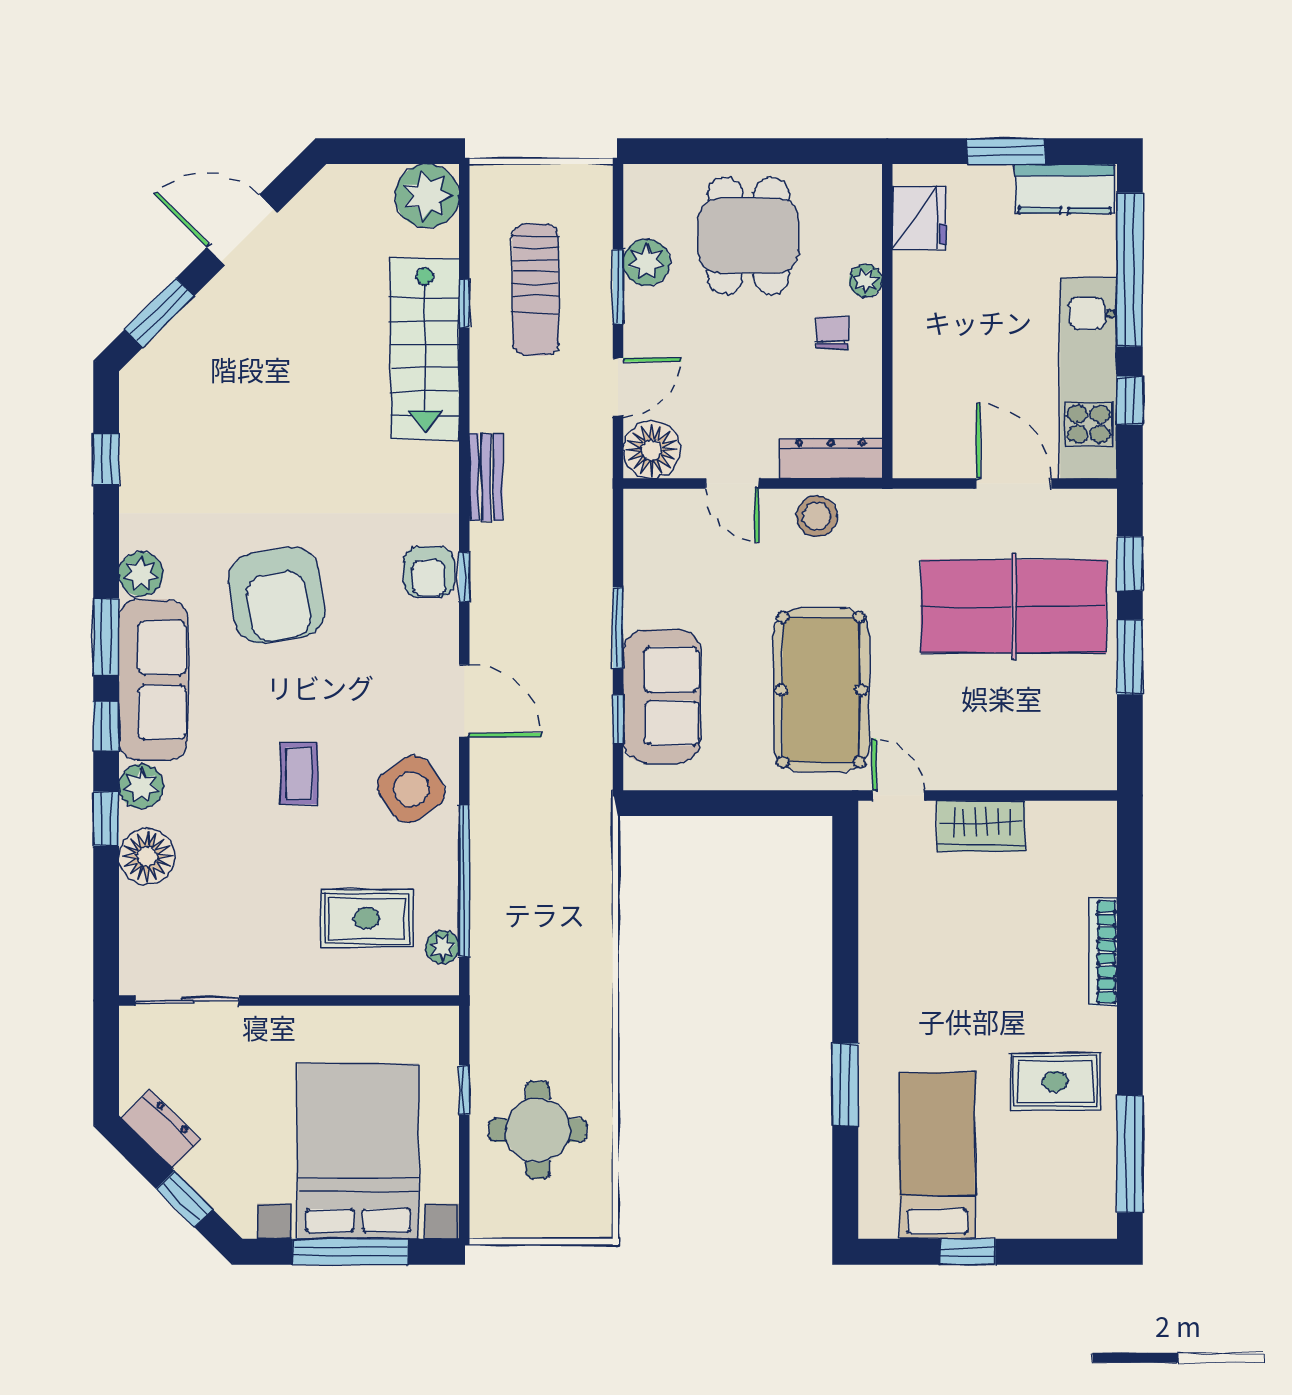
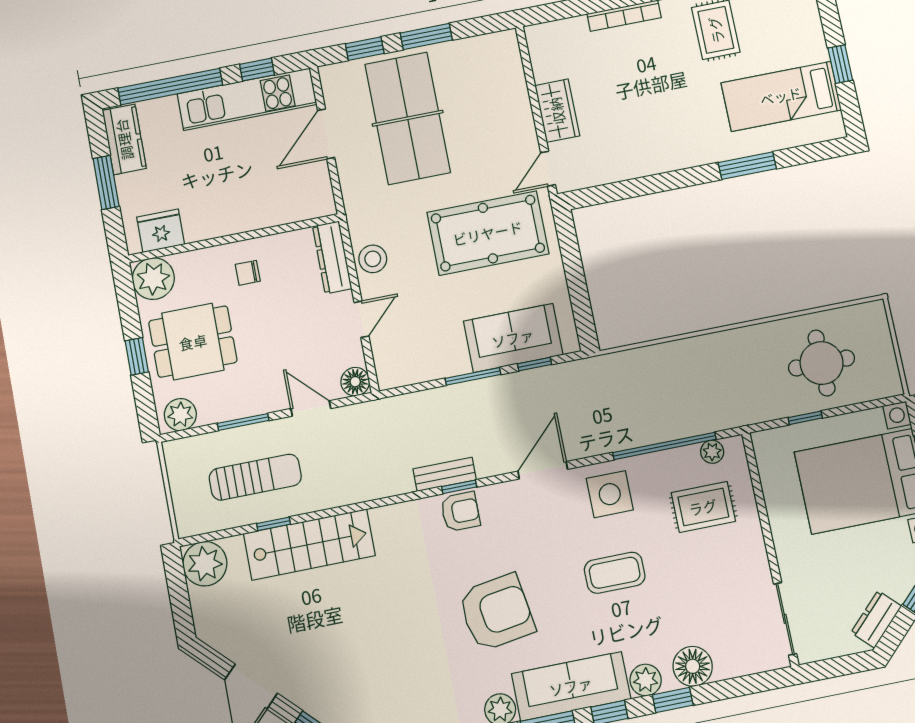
window: (743, 151) -> (137, 356), added
plant: (646, 262) -> (180, 415), moved
plant: (866, 281) -> (153, 279), moved, width x1.88, depth x1.88
floor lamp: (652, 450) -> (355, 382), width x0.73, depth x0.73
bench: (486, 477) -> (445, 474), moved
coffee table: (299, 773) -> (615, 573), width x1.36, depth x1.30
side table: (411, 789) -> (610, 494), turned 35
rug: (367, 918) -> (703, 507), turned 90

